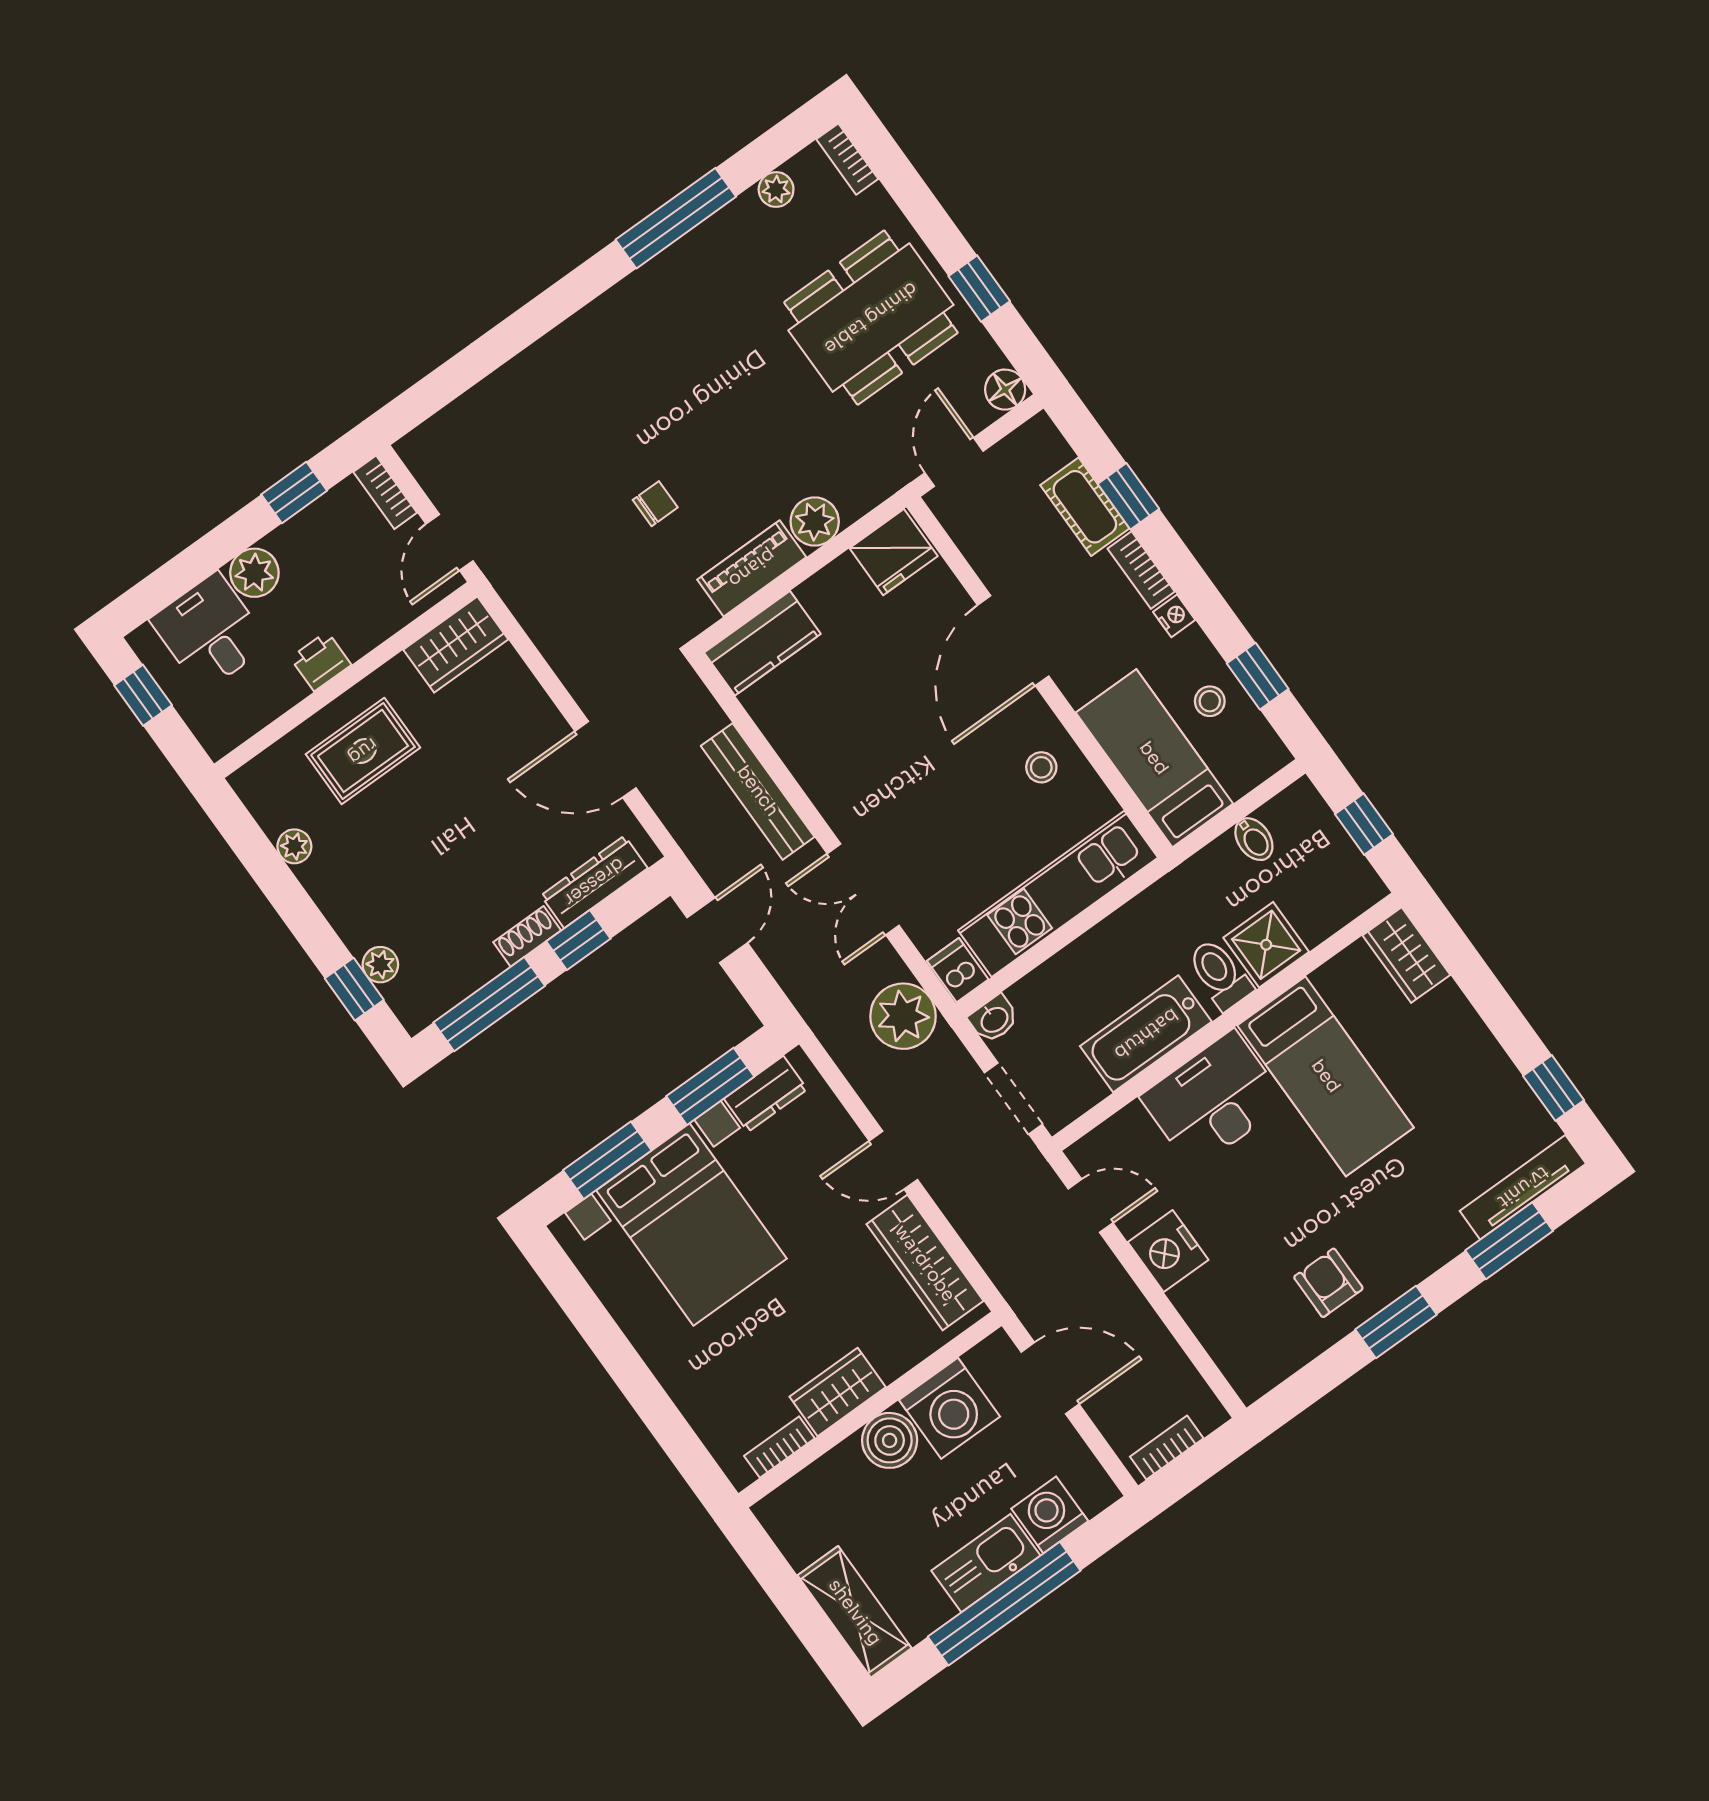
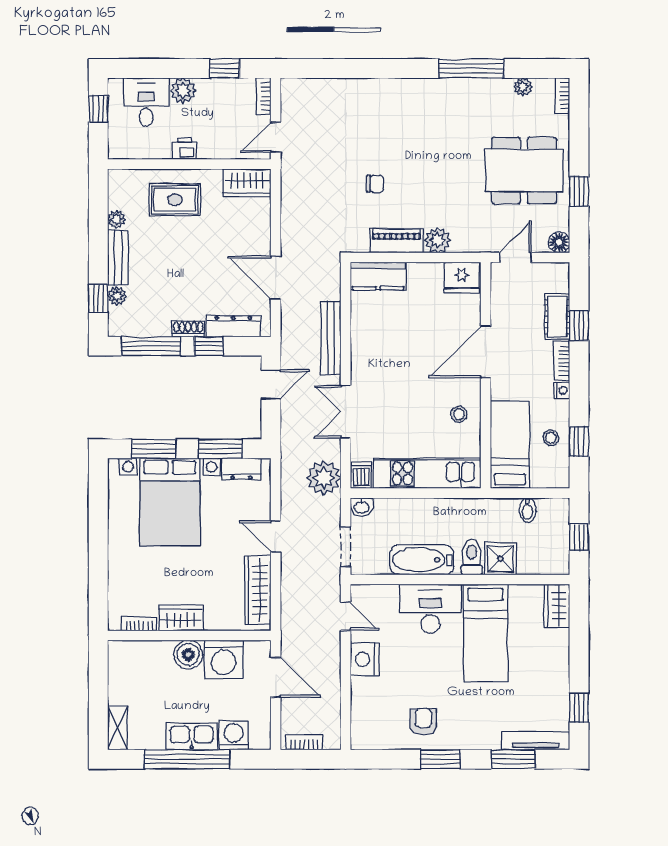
bench: (339, 904) -> (118, 257), added
shelving: (855, 1612) -> (118, 728), width x0.67, depth x0.75

